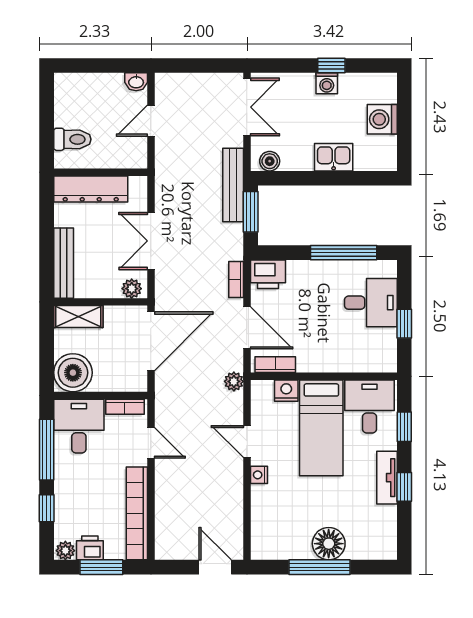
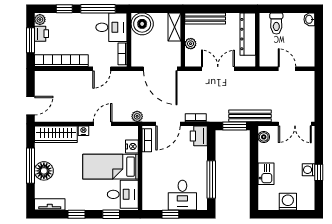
washbasin: (136, 82) -> (309, 19), moved
plant: (132, 289) -> (191, 44), moved
tv unit: (387, 478) -> (50, 204), moved
wardrobe: (265, 523) -> (56, 134), added

